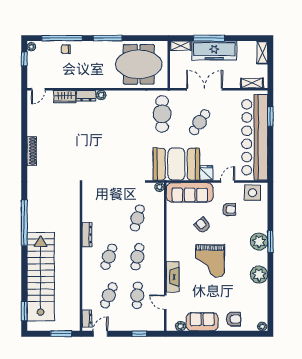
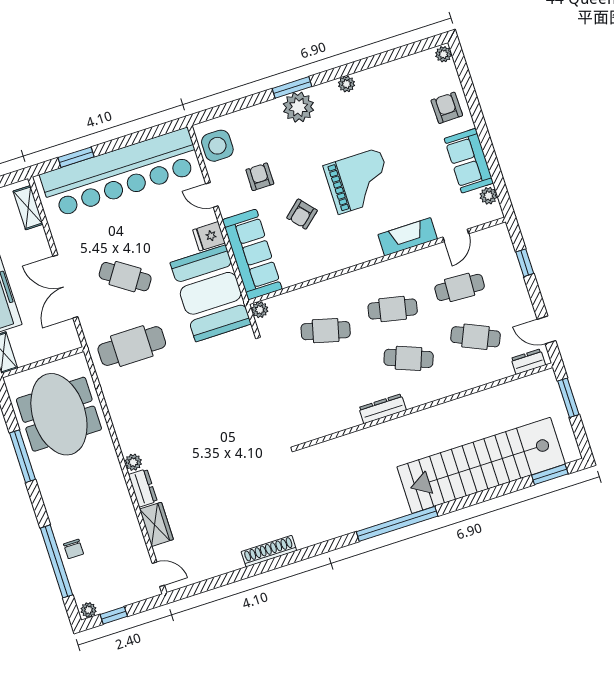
window: (108, 38) -> (22, 456), moved
plant: (259, 275) -> (346, 84), width x0.53, depth x0.53

